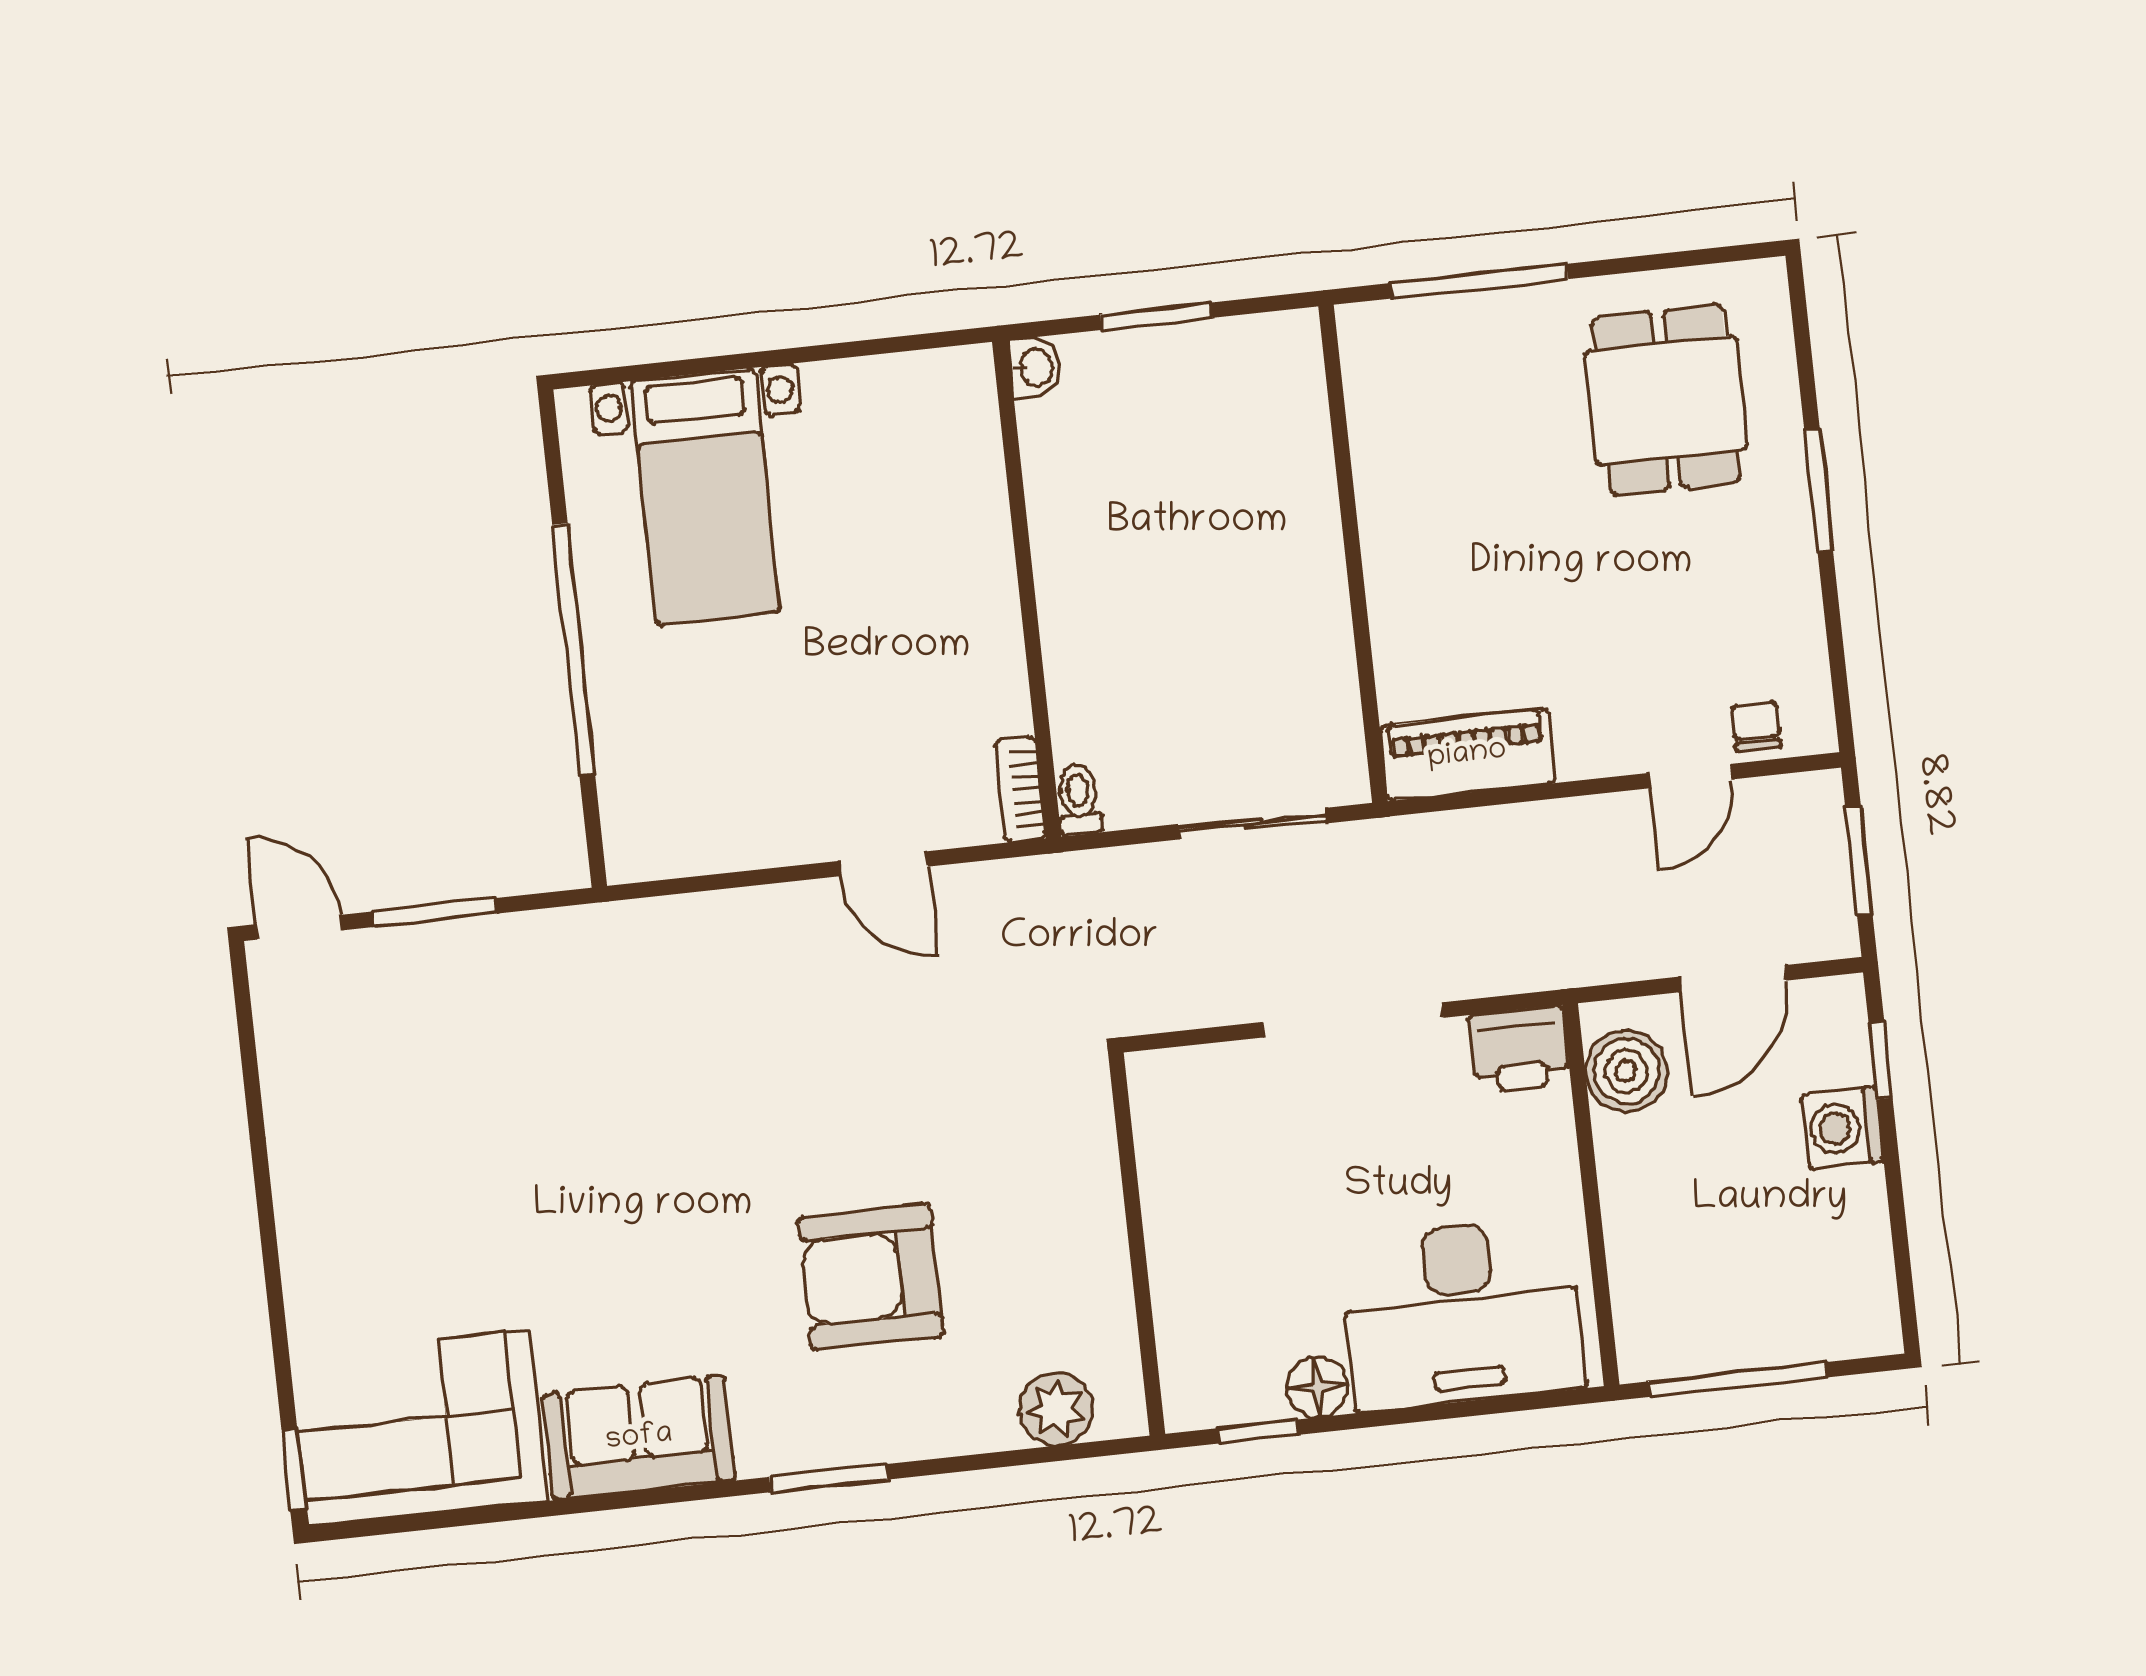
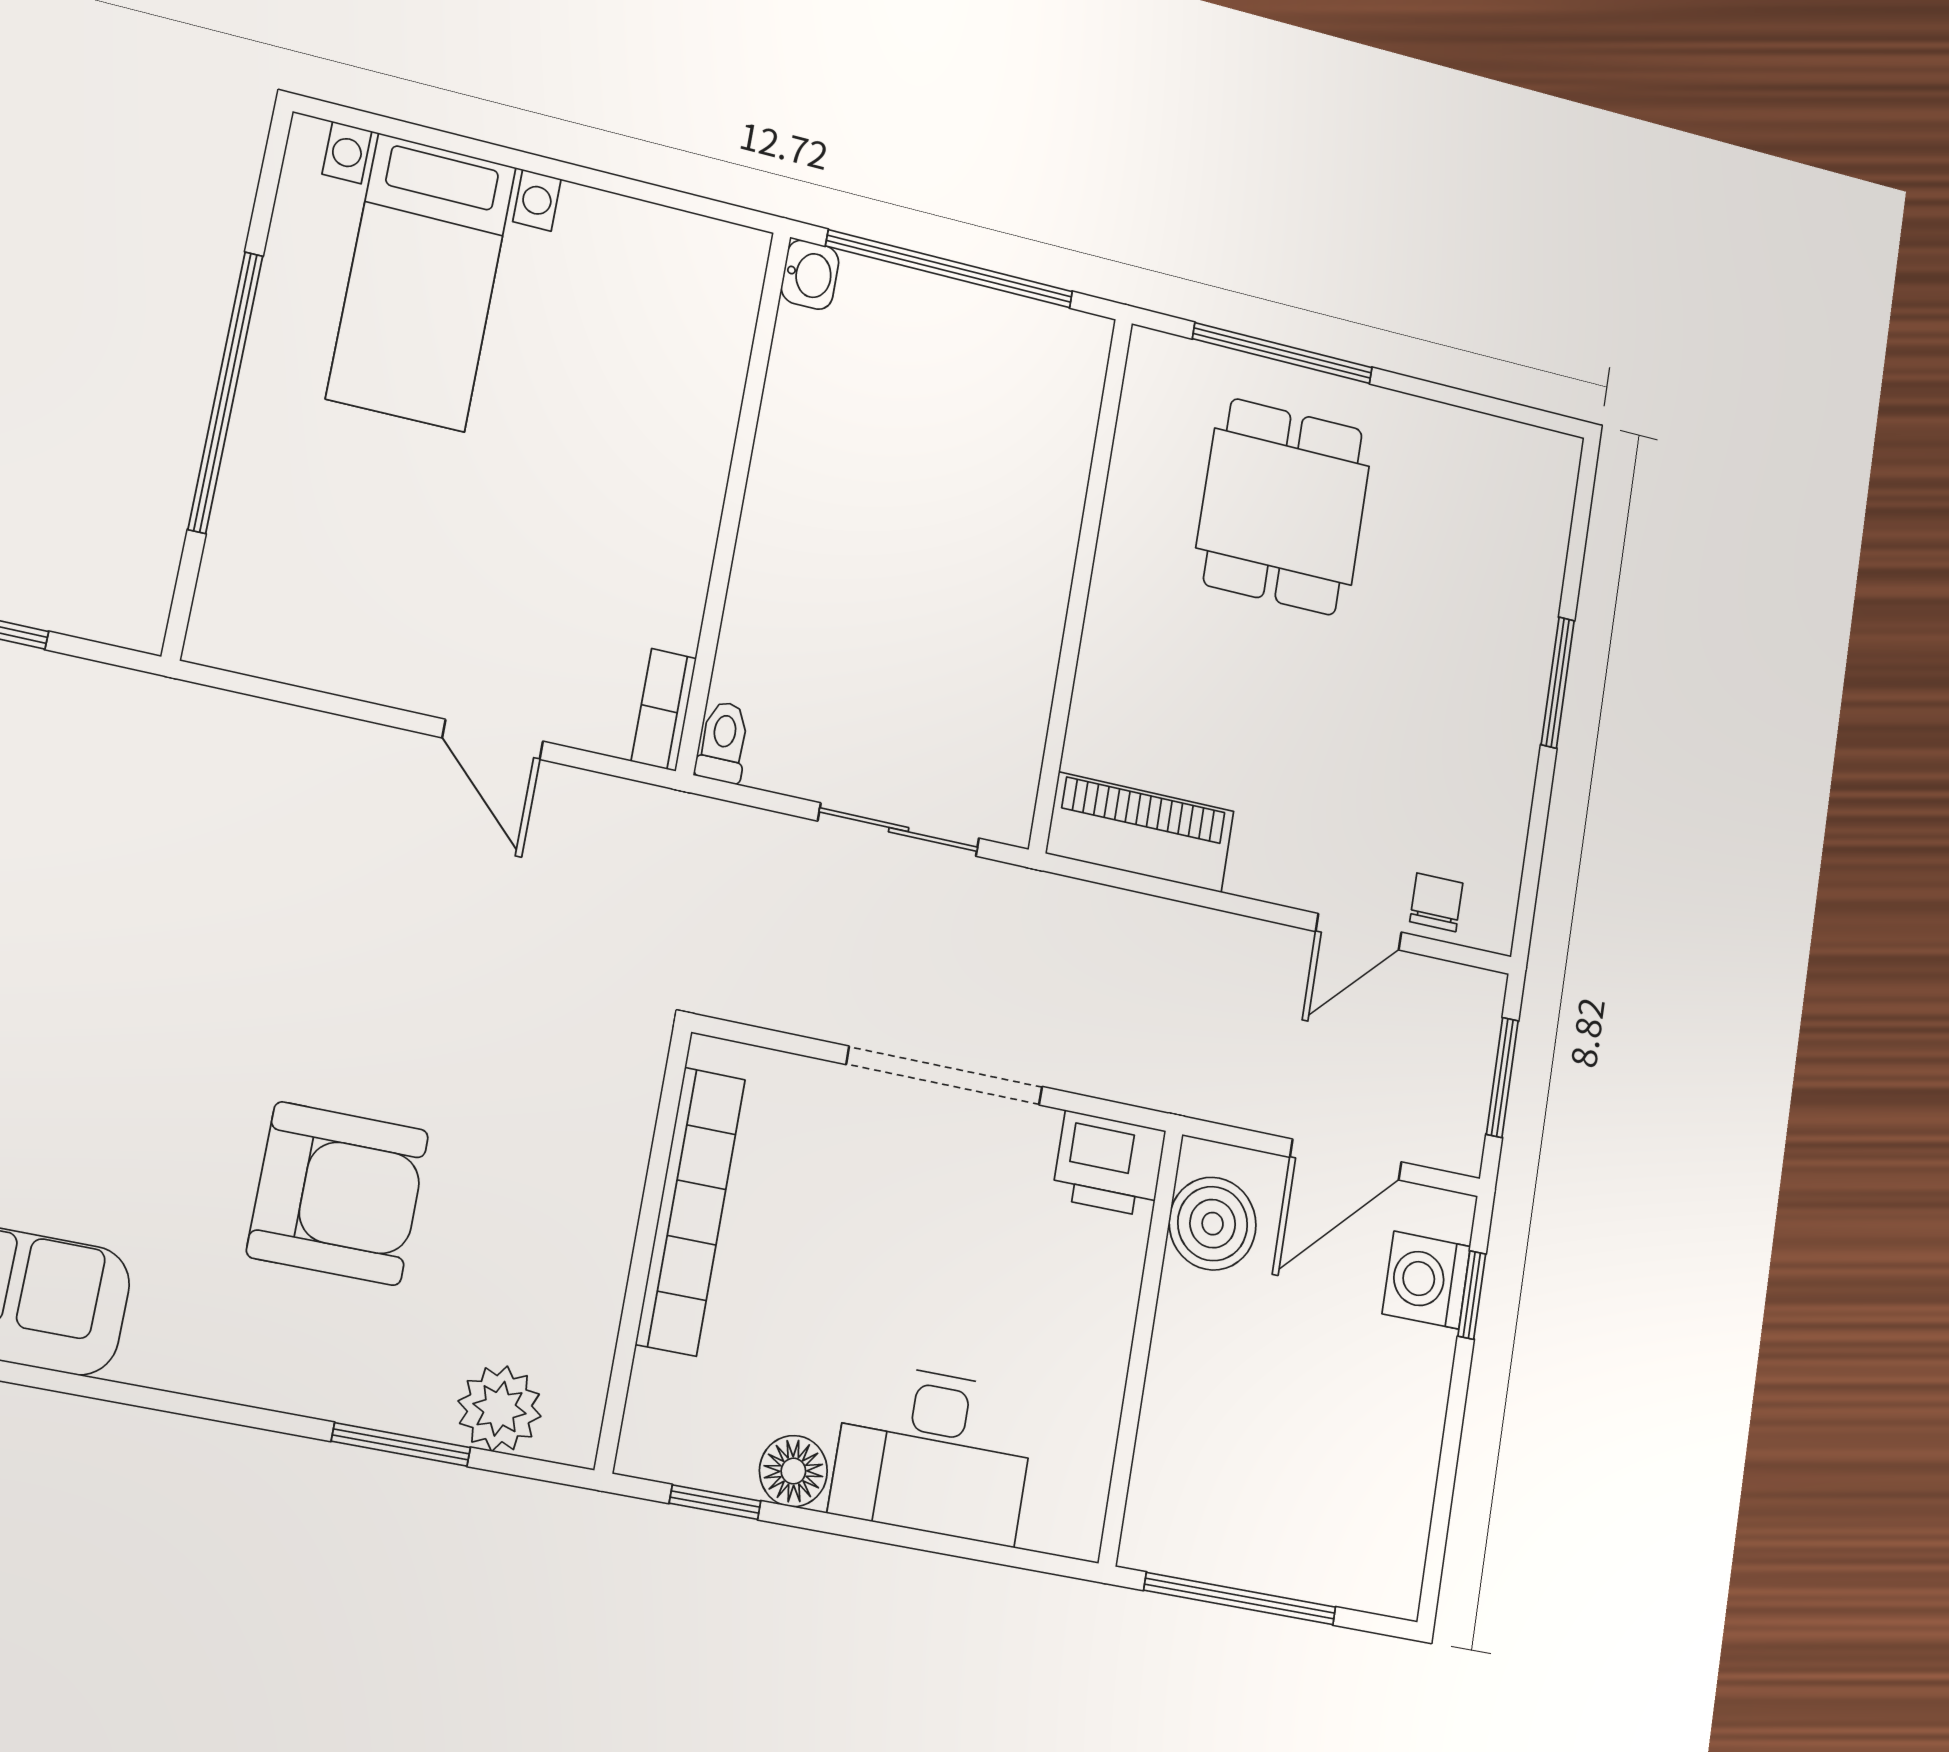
window: (1156, 316) -> (950, 269), width x2.11
dining table: (1666, 400) -> (1283, 507), moved
washing machine: (1842, 1128) -> (1426, 1280), moved
bookcase: (1167, 1201) -> (690, 1211), added
armchair: (871, 1277) -> (338, 1194), turned 180
desk: (1462, 1314) -> (933, 1453), width x0.73, depth x0.77
window: (829, 1478) -> (401, 1444), moved

